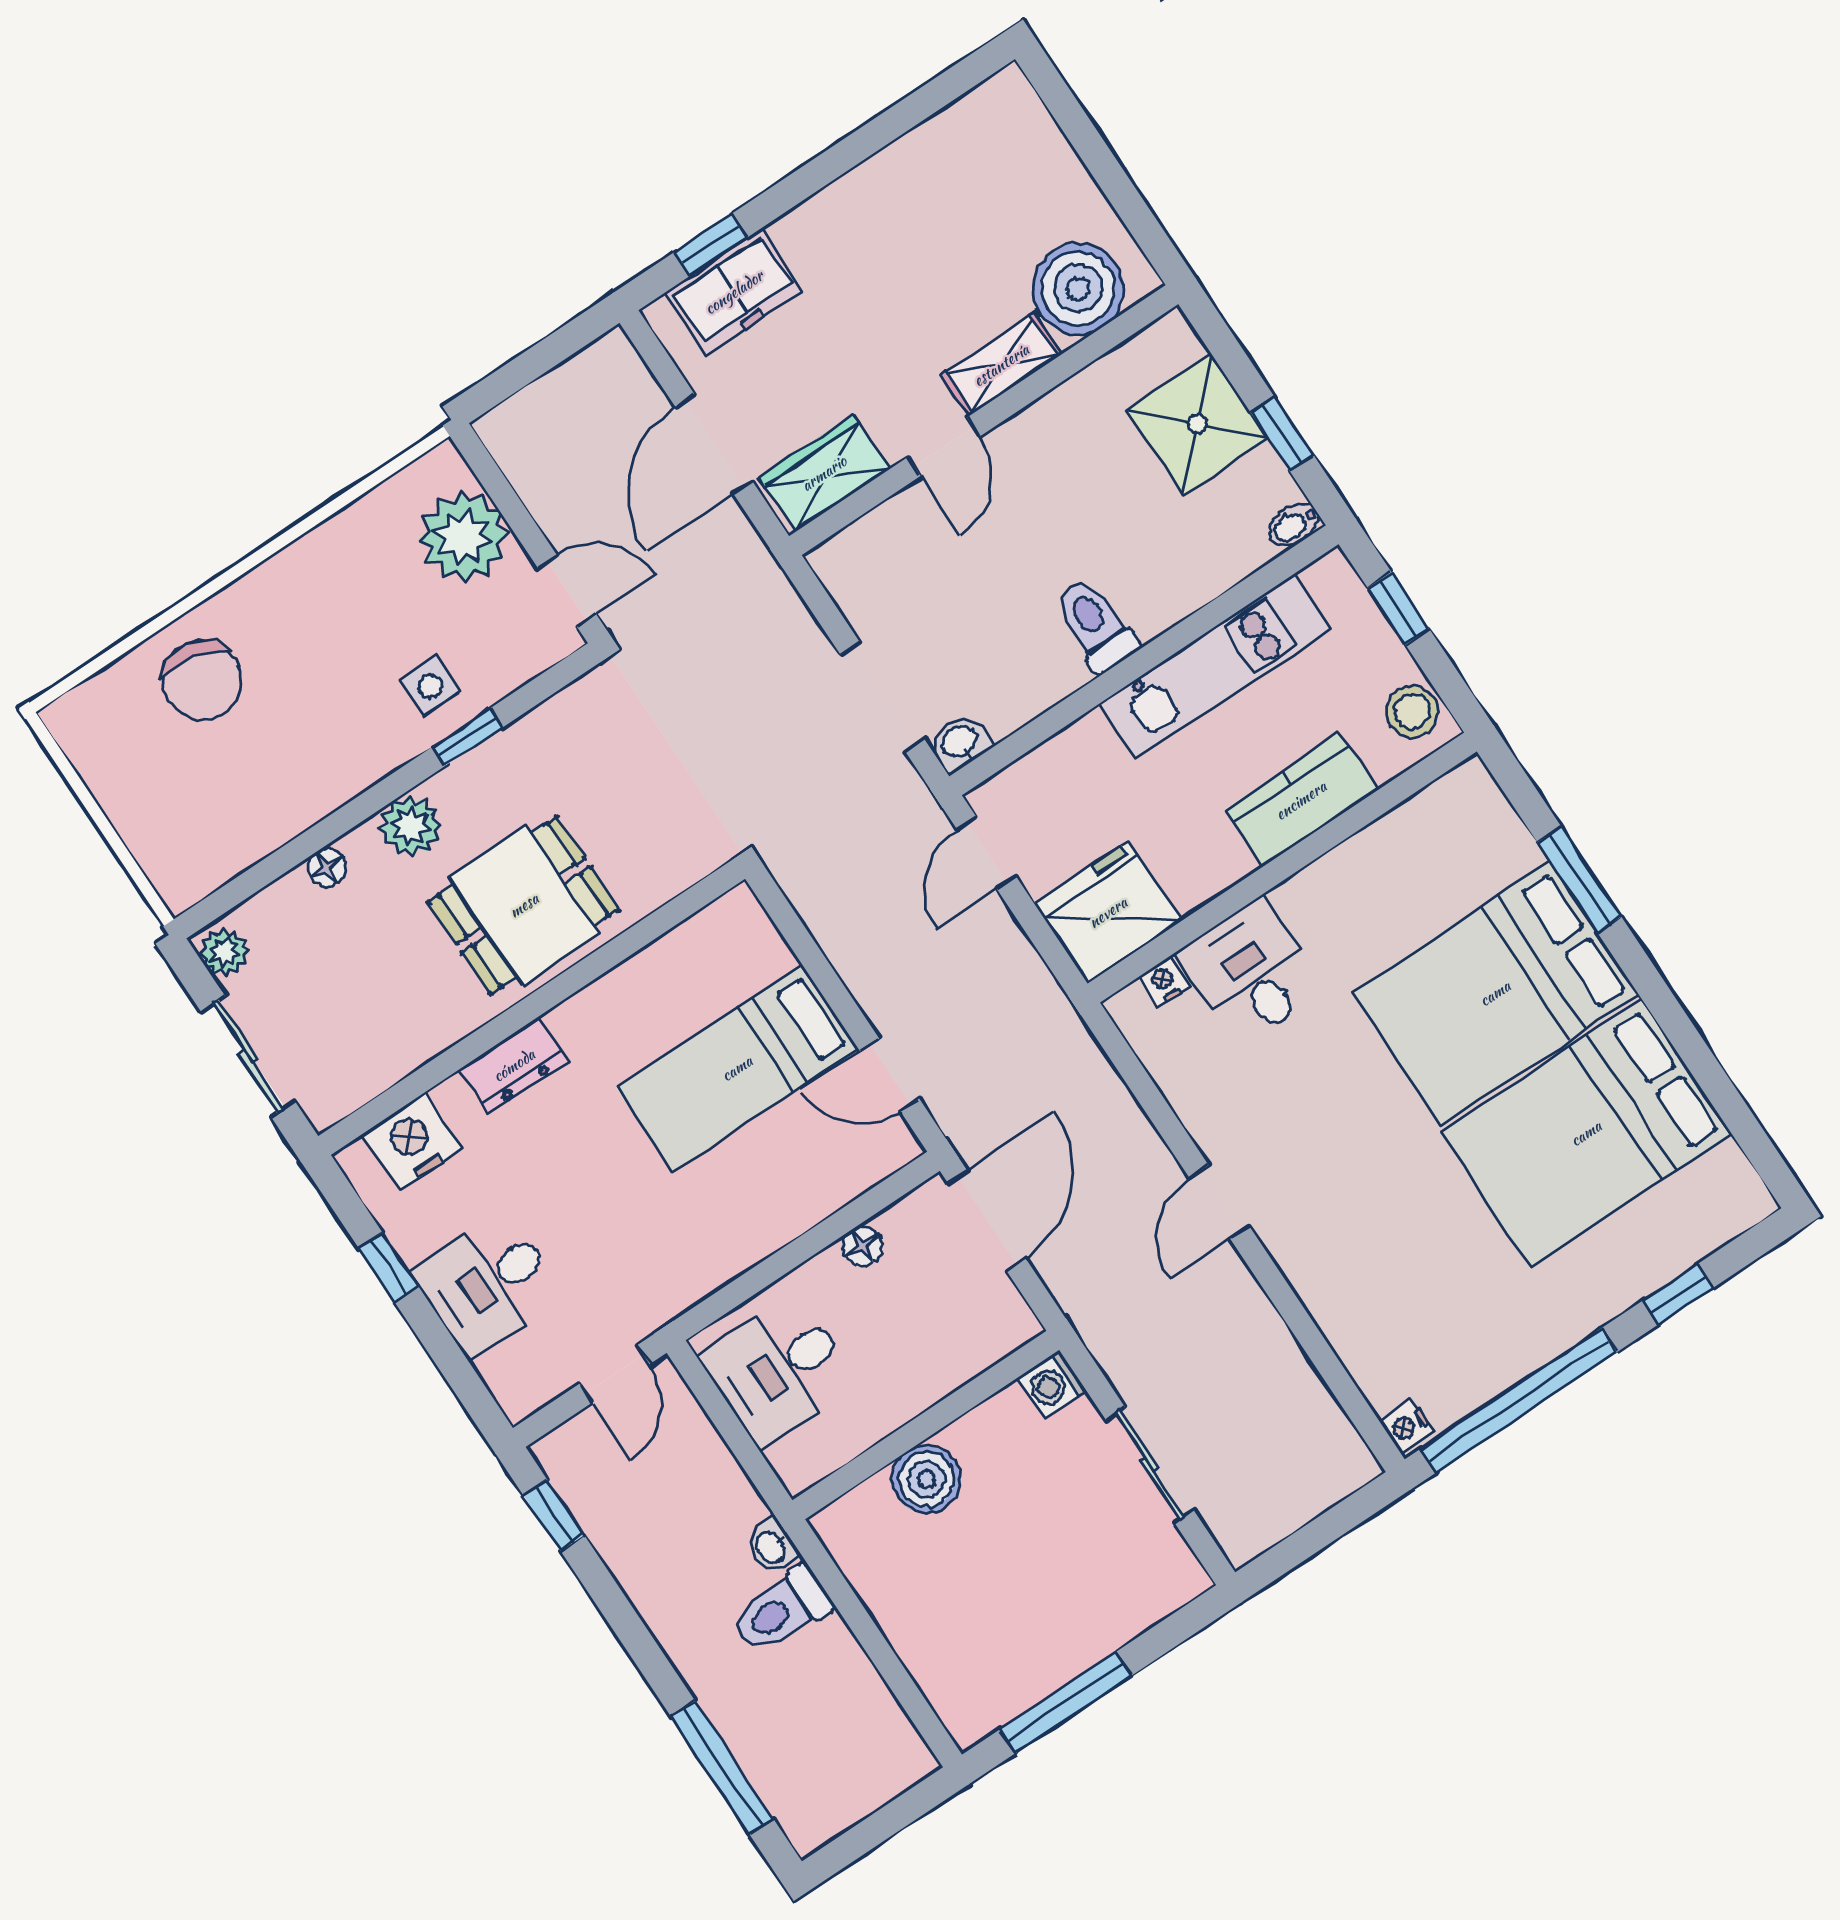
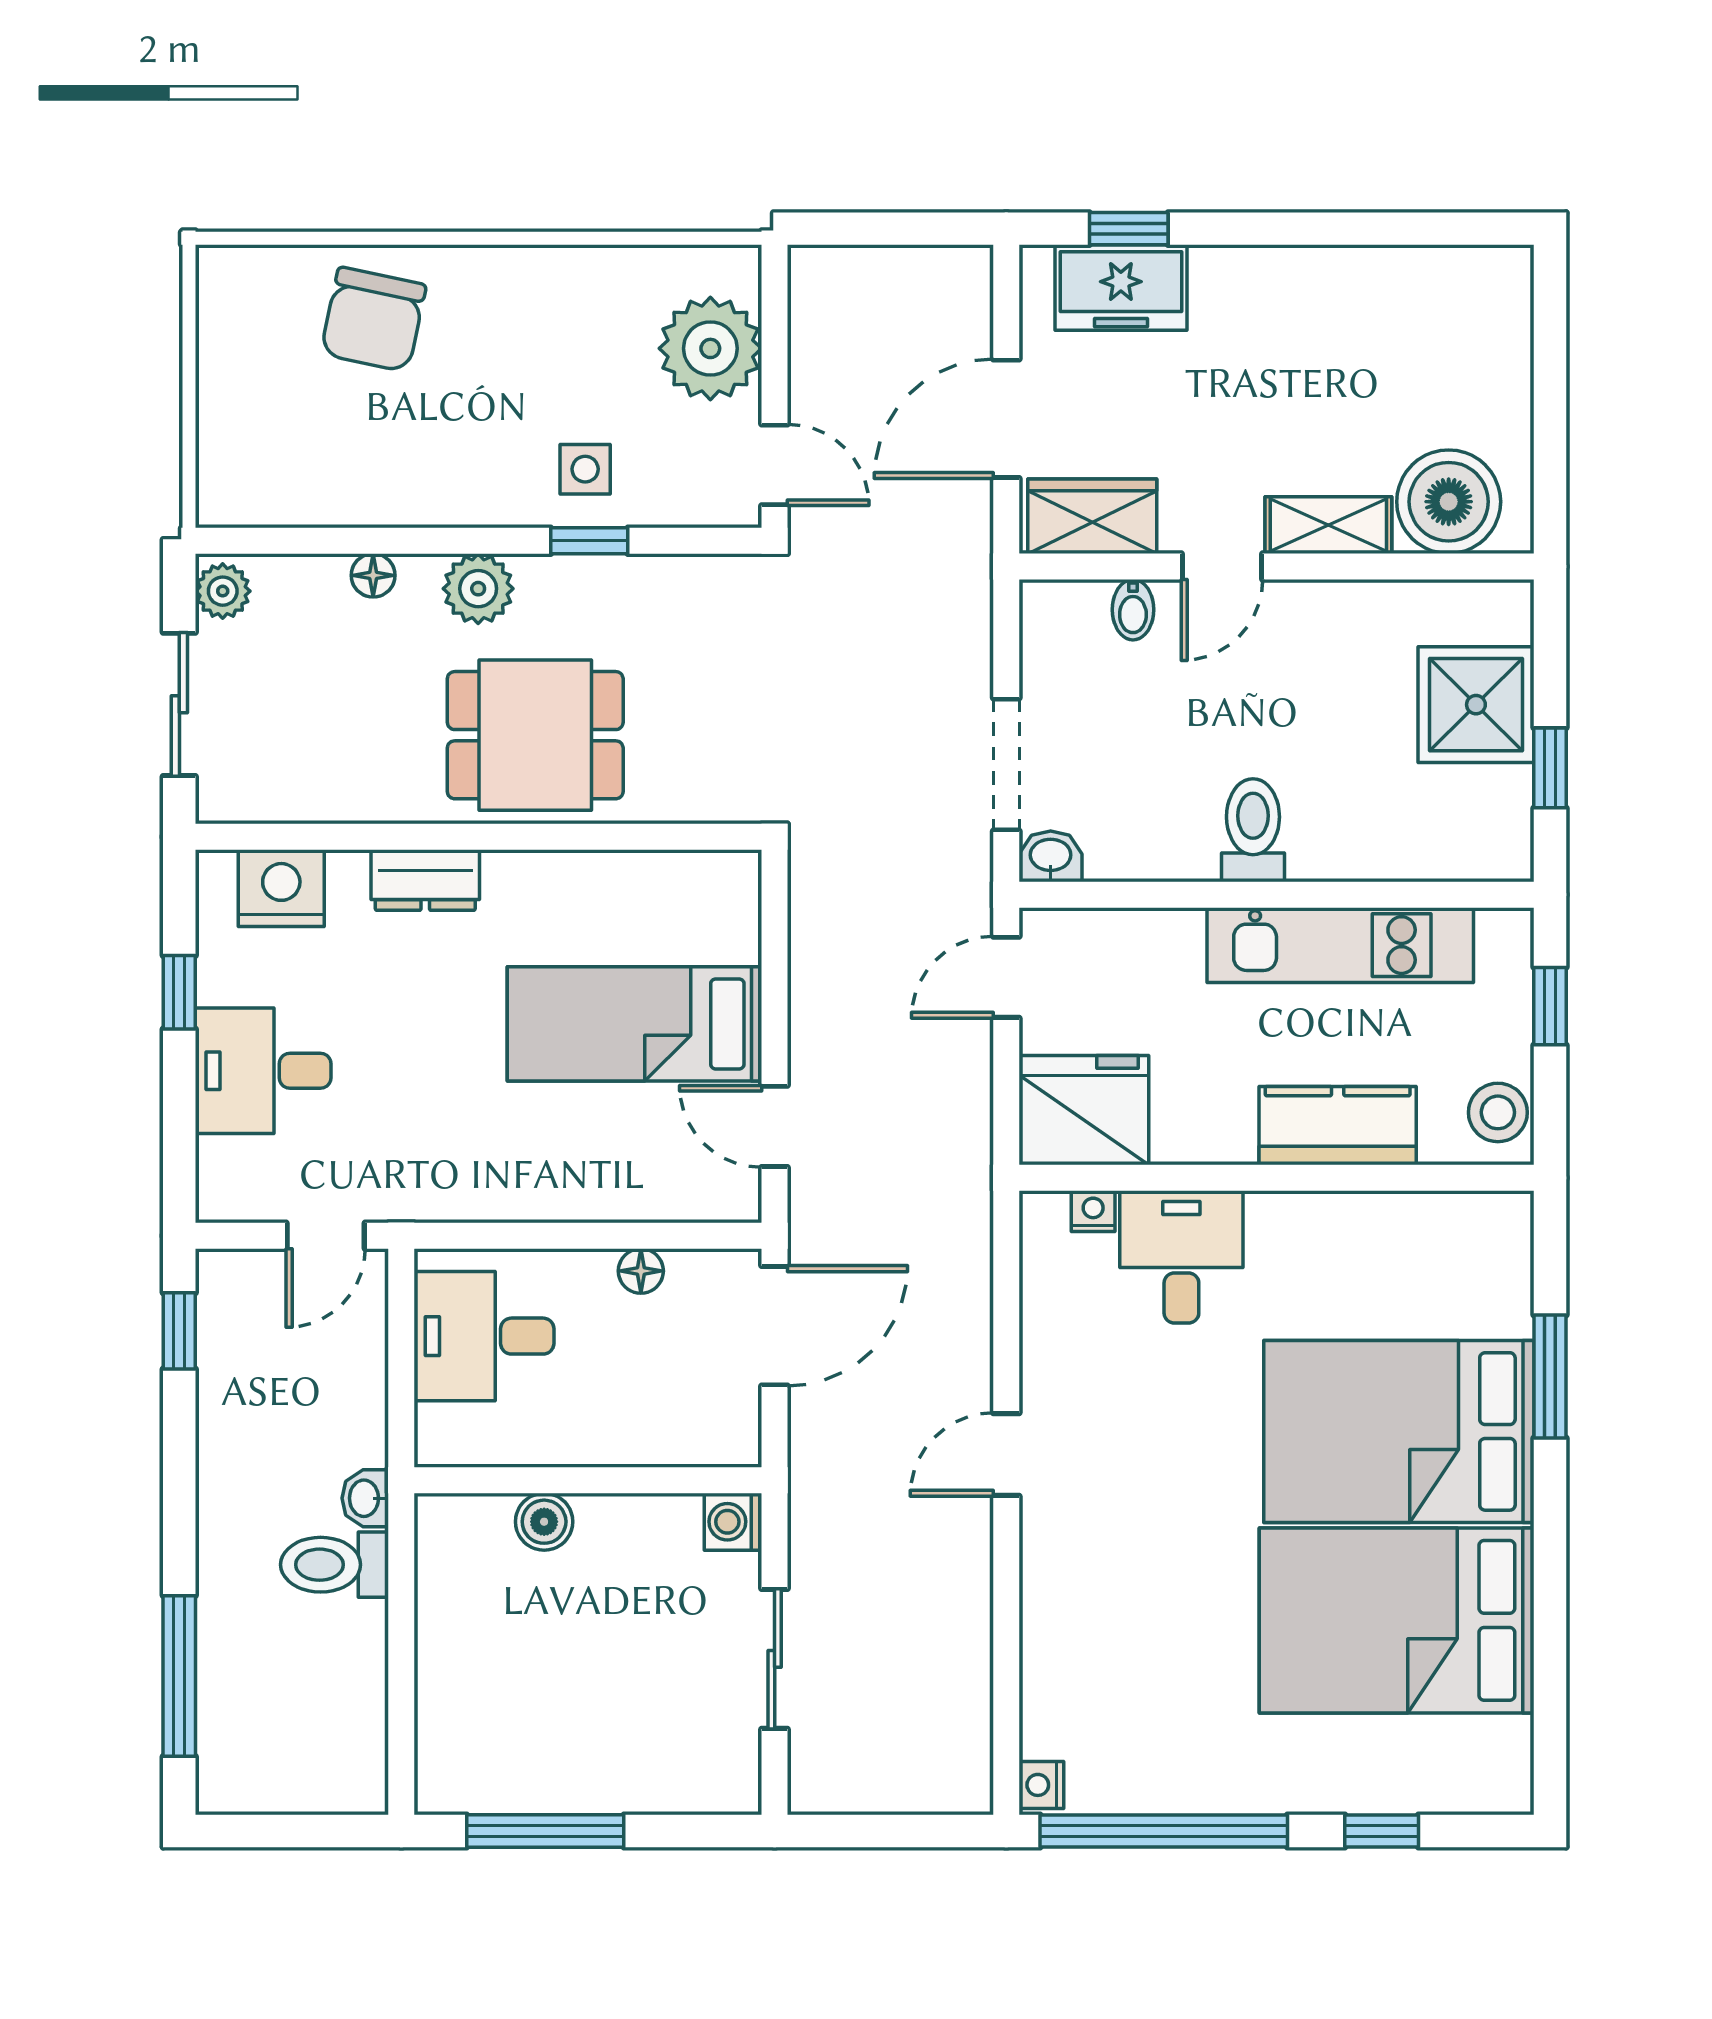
bidet: (1294, 525) -> (1133, 610), moved, turned -90
boiler: (927, 1479) -> (544, 1522), width x0.73, depth x0.73

